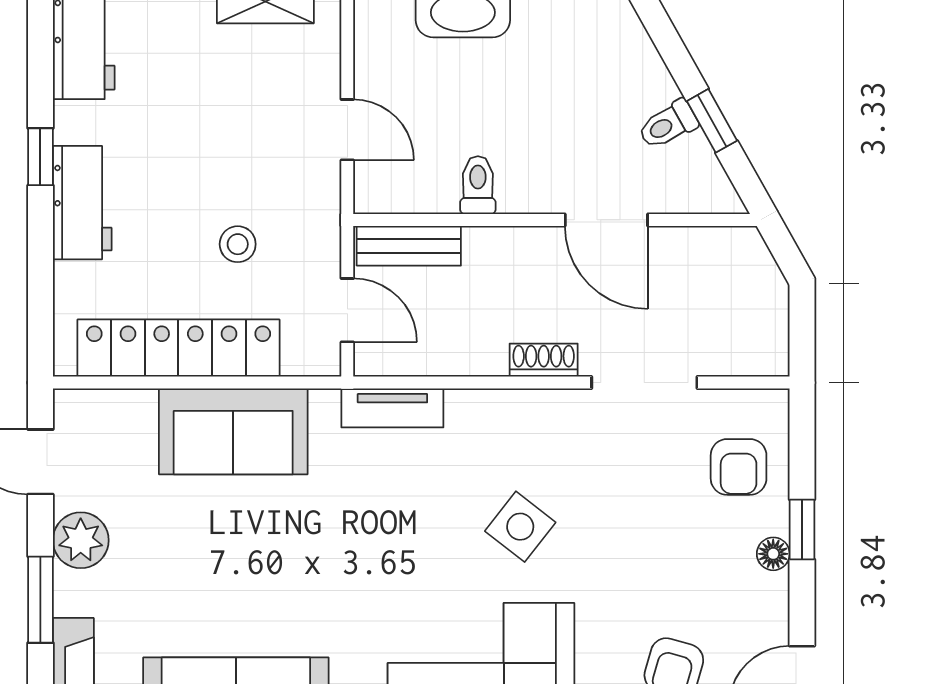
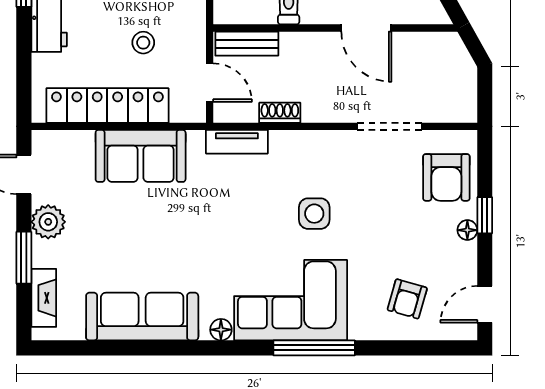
shoe rack: (544, 360) -> (280, 113), moved
armchair: (739, 467) -> (446, 177), width x1.38, depth x1.38
side table: (520, 527) -> (314, 214), turned -38

